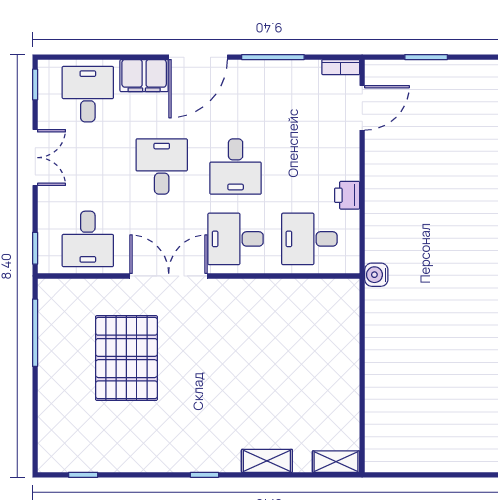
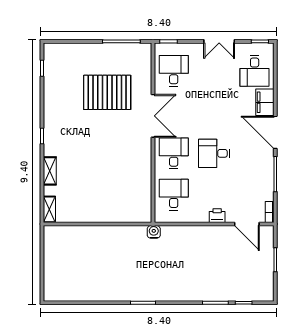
desk: (88, 94) -> (255, 71), turned 90
desk: (162, 167) -> (214, 112), removed
printer: (347, 195) -> (217, 216), moved
desk: (88, 239) -> (174, 71), turned 90

